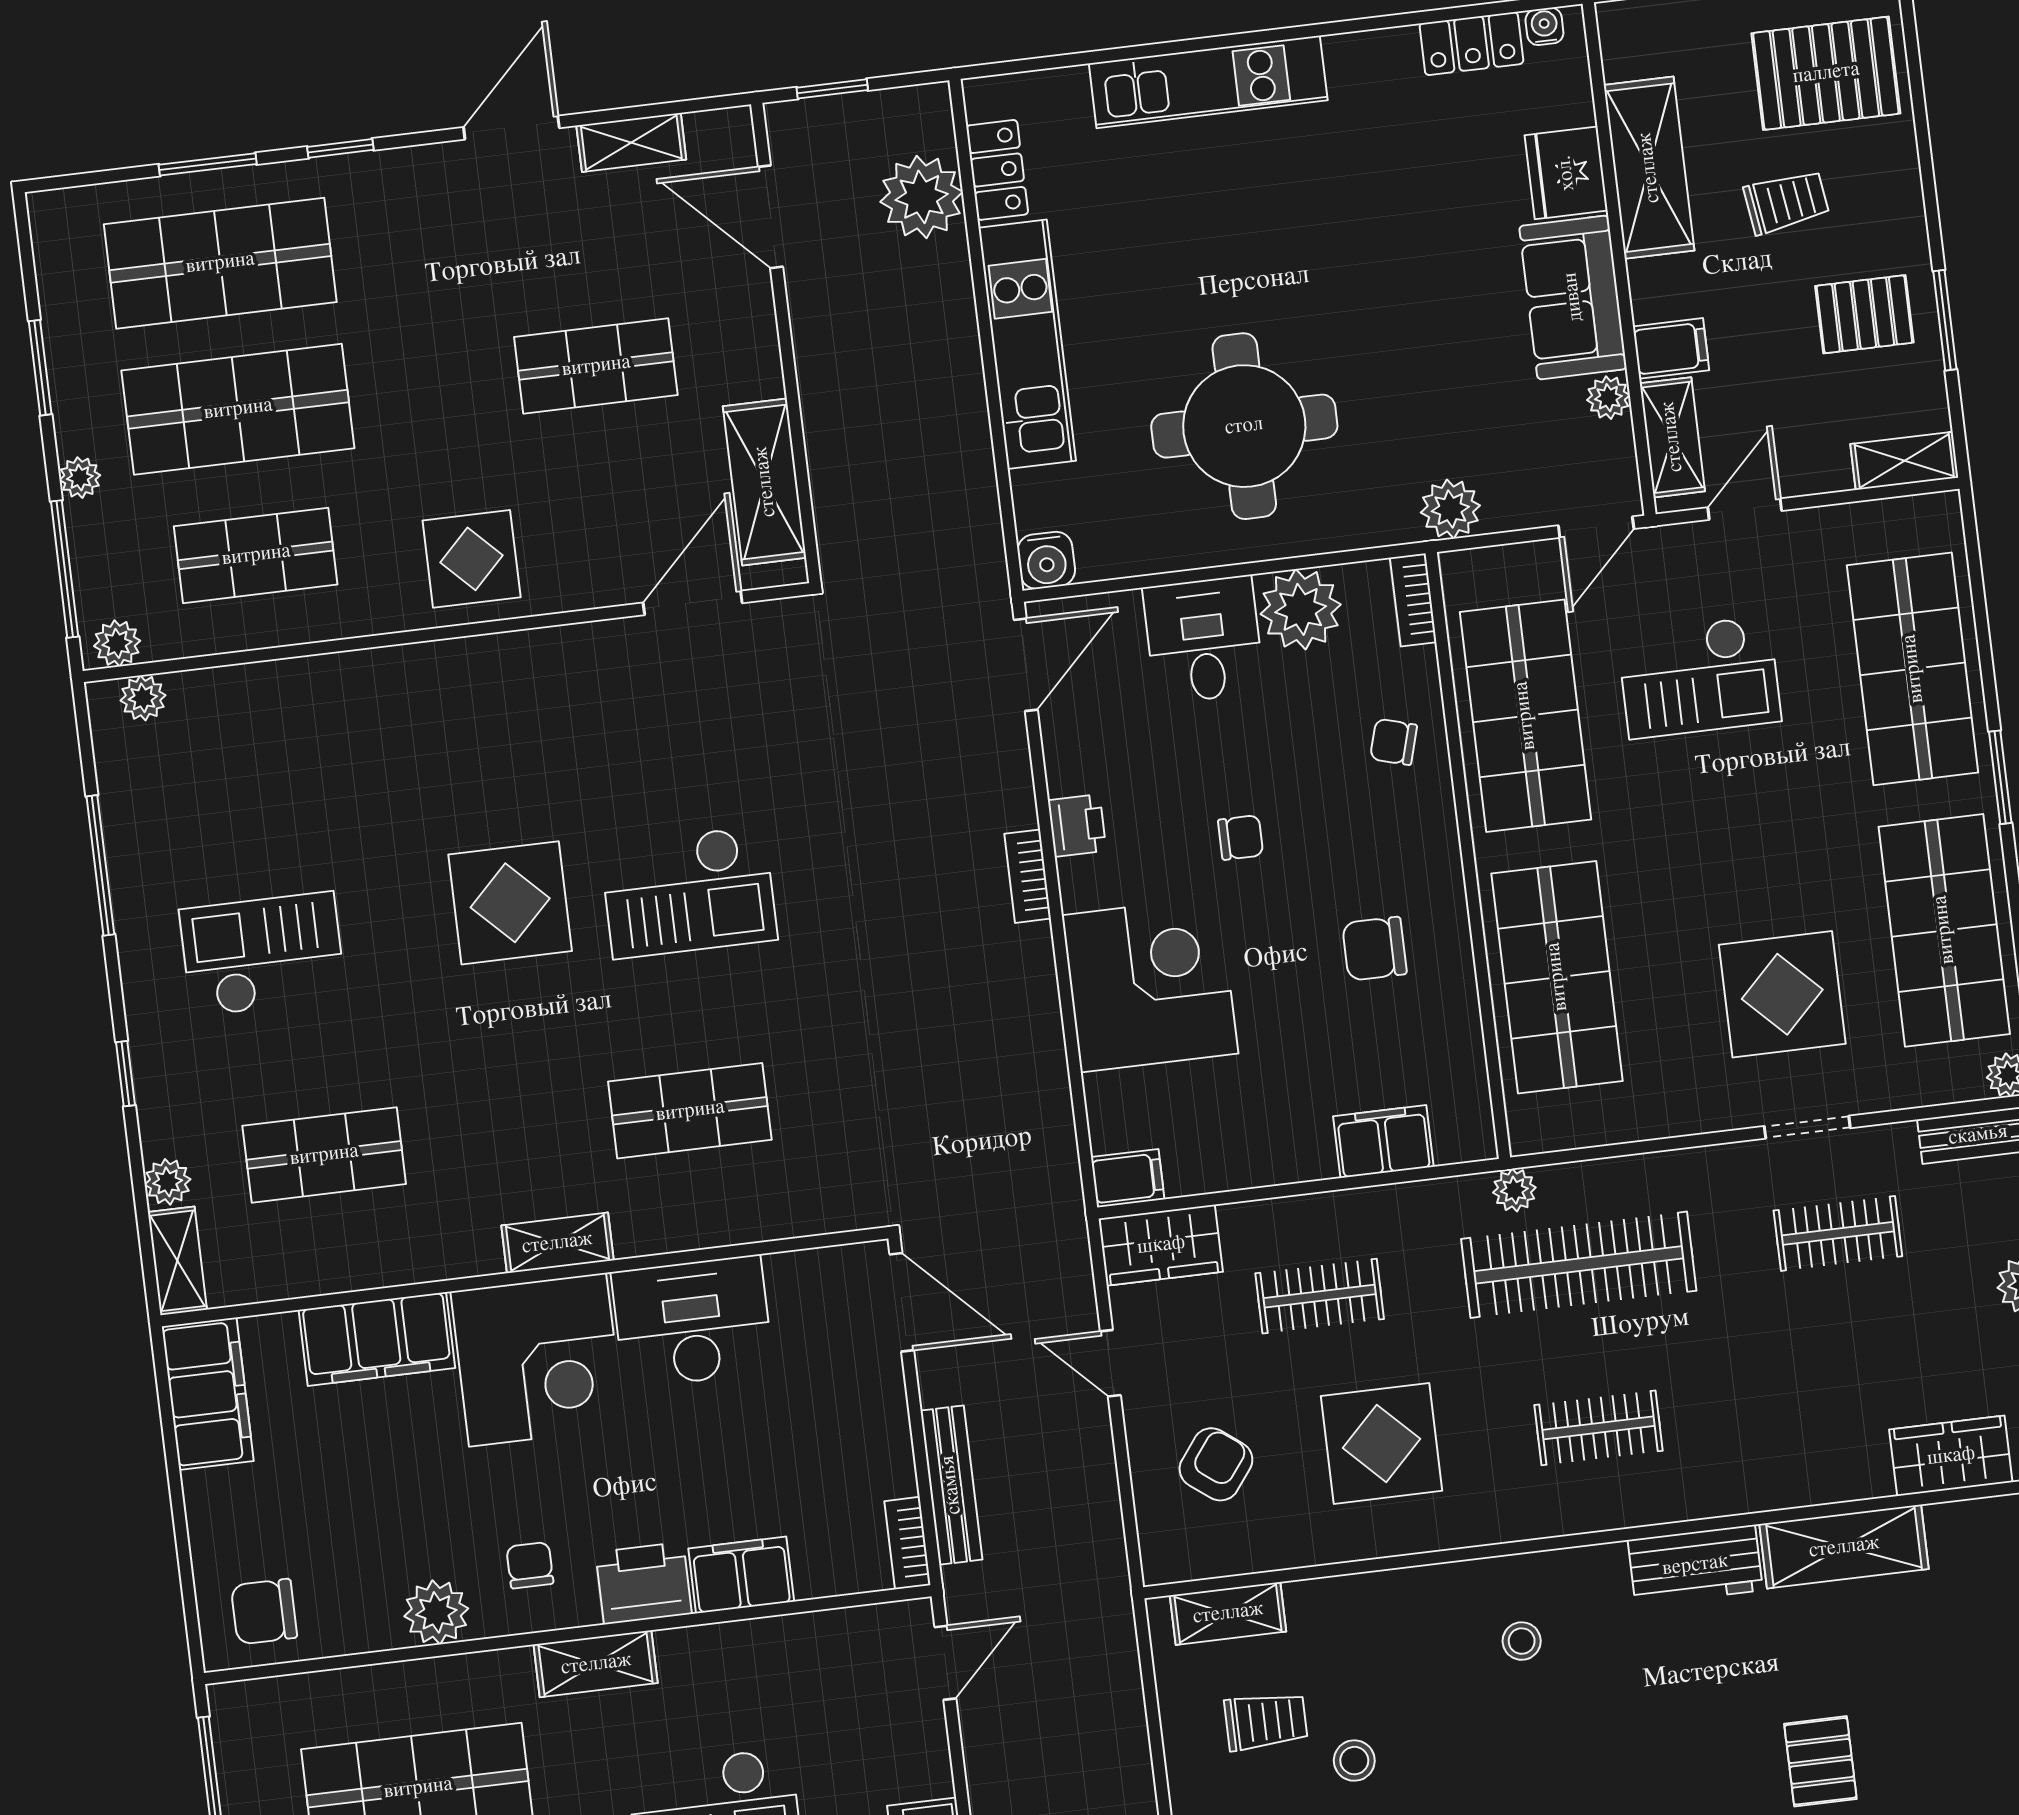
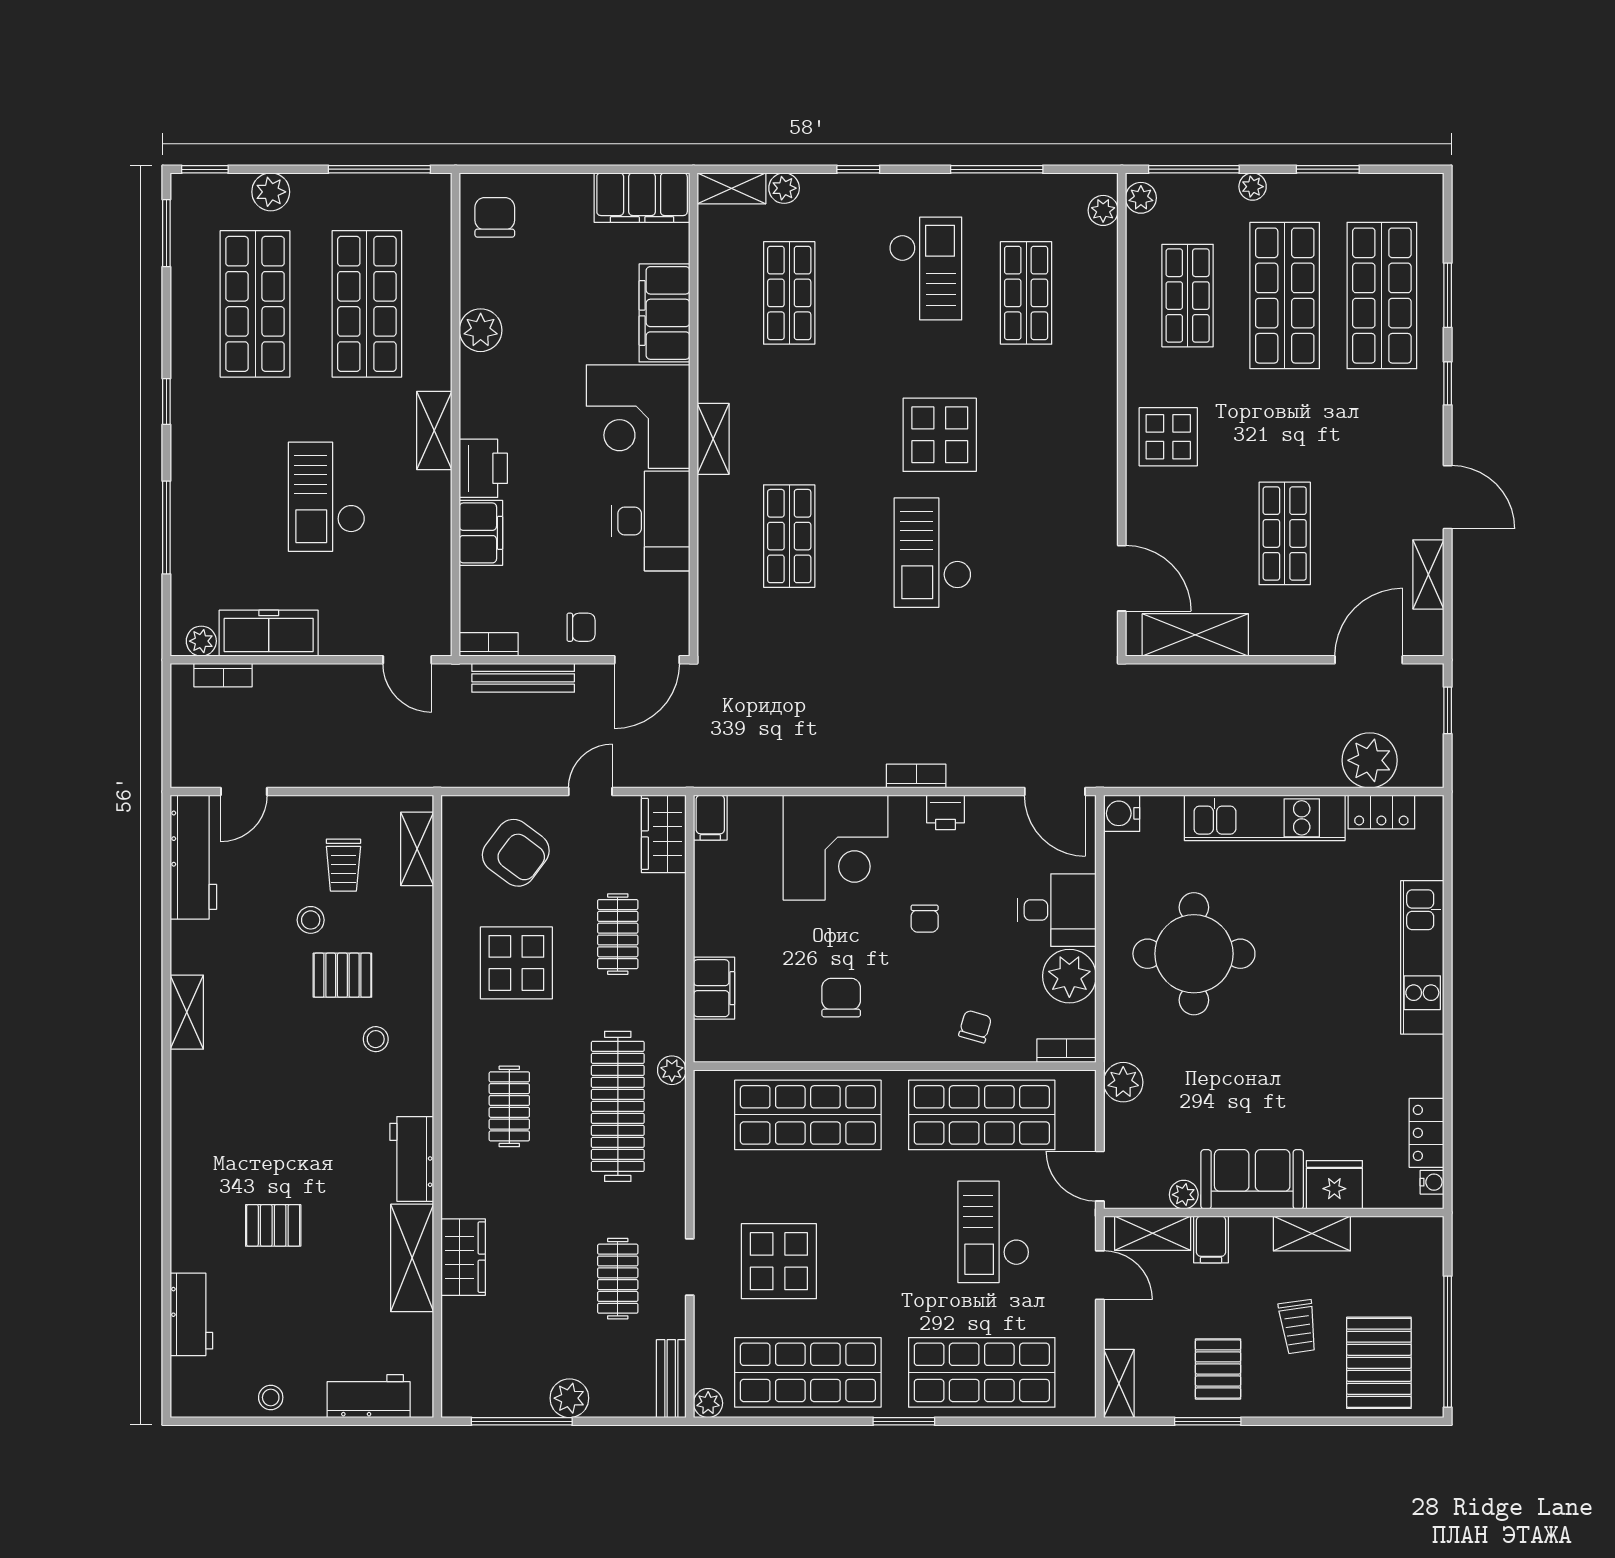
shelving: (1649, 168) -> (1312, 1234), width x0.67, depth x0.75
shop shelf: (281, 799) -> (1026, 293), added
wardrobe: (1951, 1456) -> (463, 1257), moved
armchair: (1216, 1464) -> (516, 853), width x1.38, depth x1.38
chair: (530, 1565) -> (581, 627), moved
pallet: (1432, 1703) -> (342, 975), added

